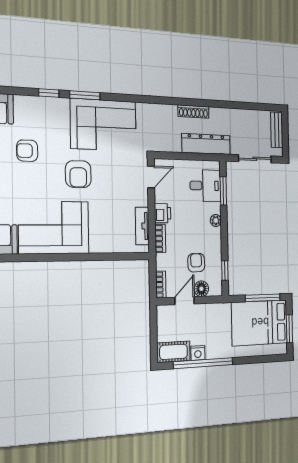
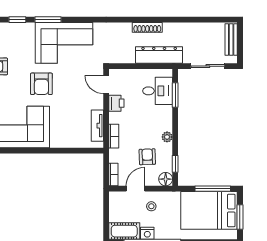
door: (151, 177) -> (106, 85), swing flipped
printer: (163, 213) -> (116, 103), moved
plant: (216, 220) -> (167, 137), moved
floor lamp: (201, 289) -> (166, 179), moved
stool: (201, 321) -> (151, 206), added

